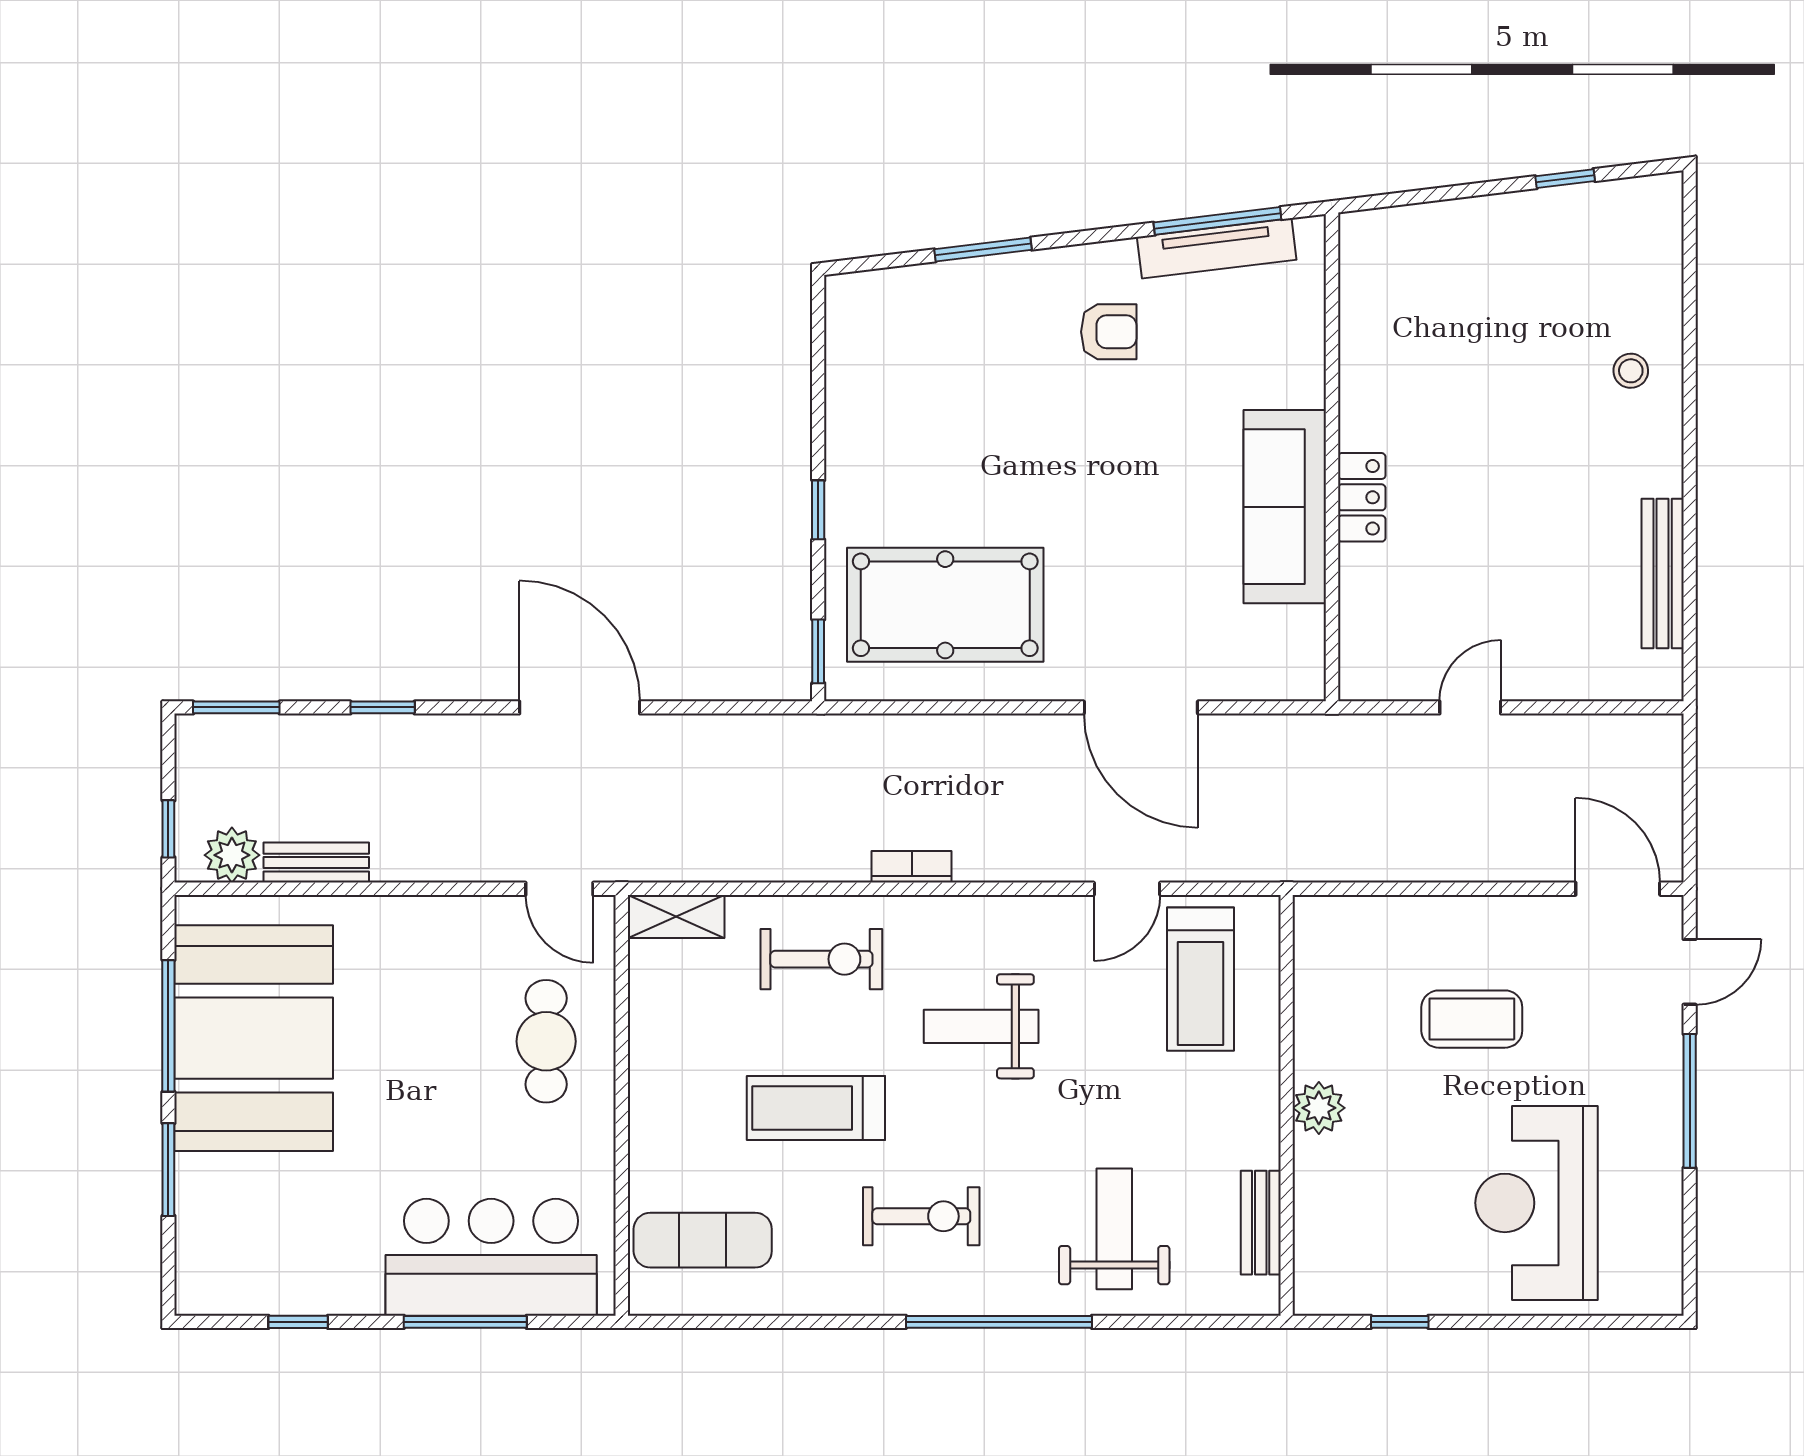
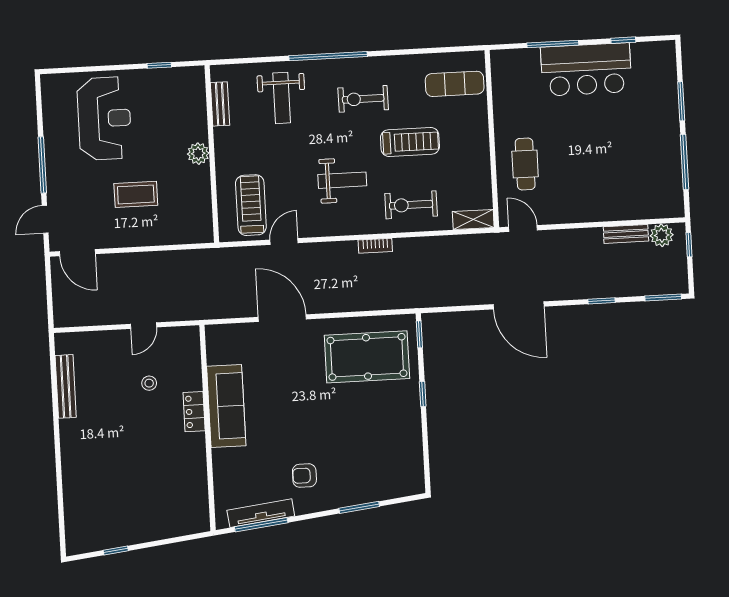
stool: (1631, 371) -> (149, 383), moved
booth: (254, 1038) -> (648, 159), removed
bar counter: (491, 1257) -> (586, 69), moved

